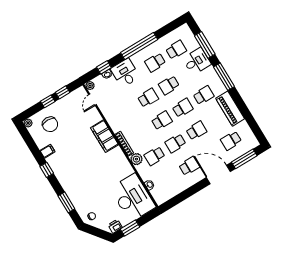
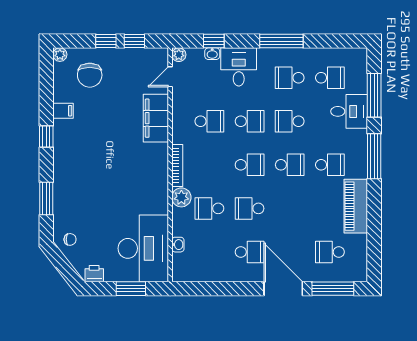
window: (139, 46) -> (281, 41), width x0.68
school desk: (196, 131) -> (209, 121), moved
filing cabinet: (104, 136) -> (156, 118), moved
window: (130, 228) -> (131, 289), moved

